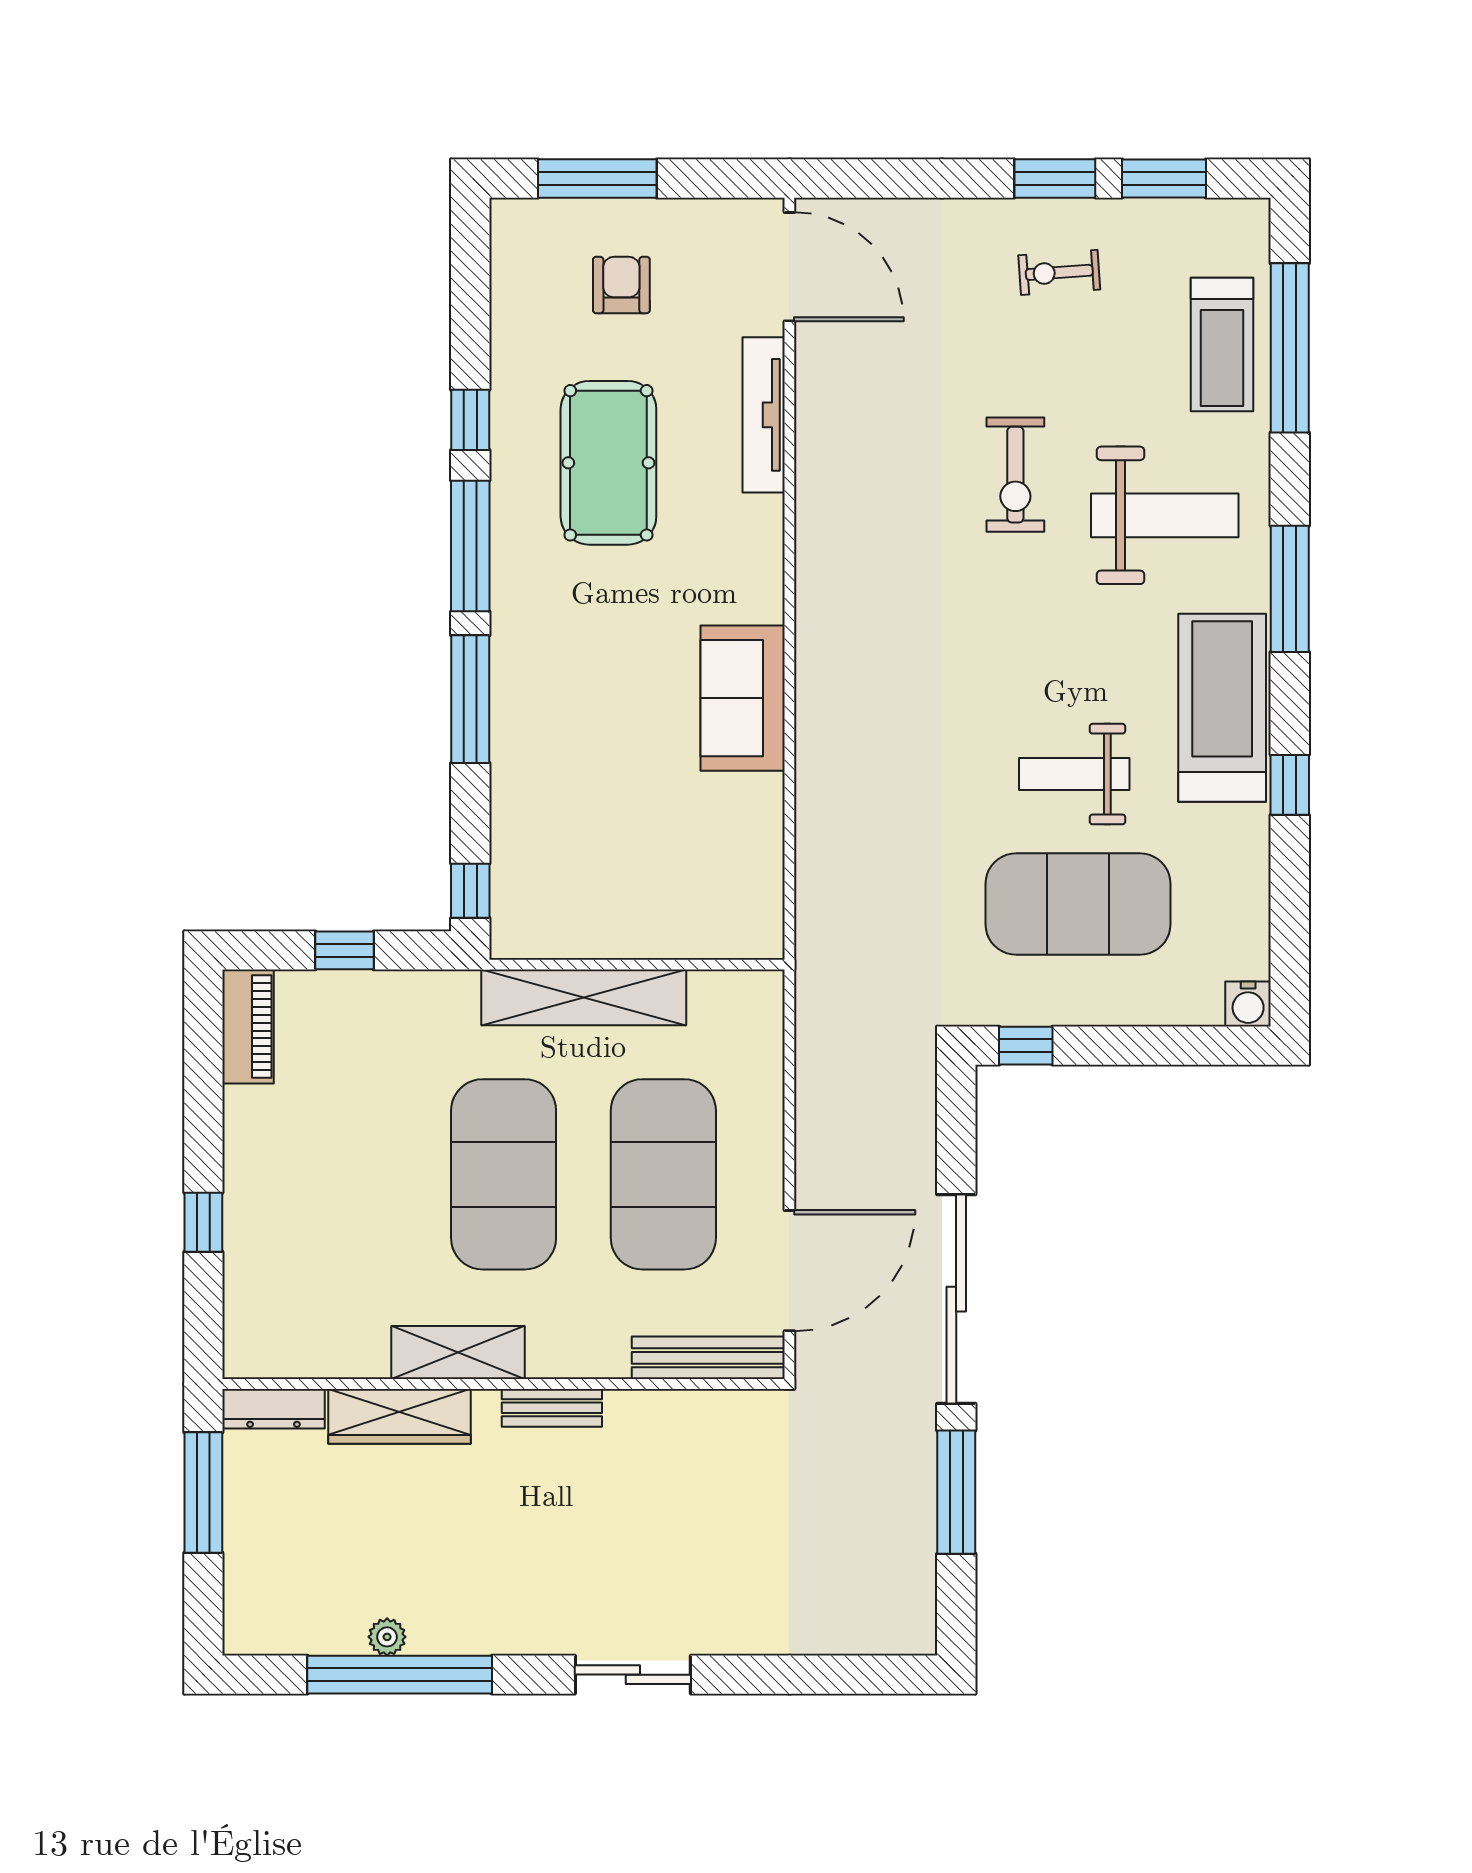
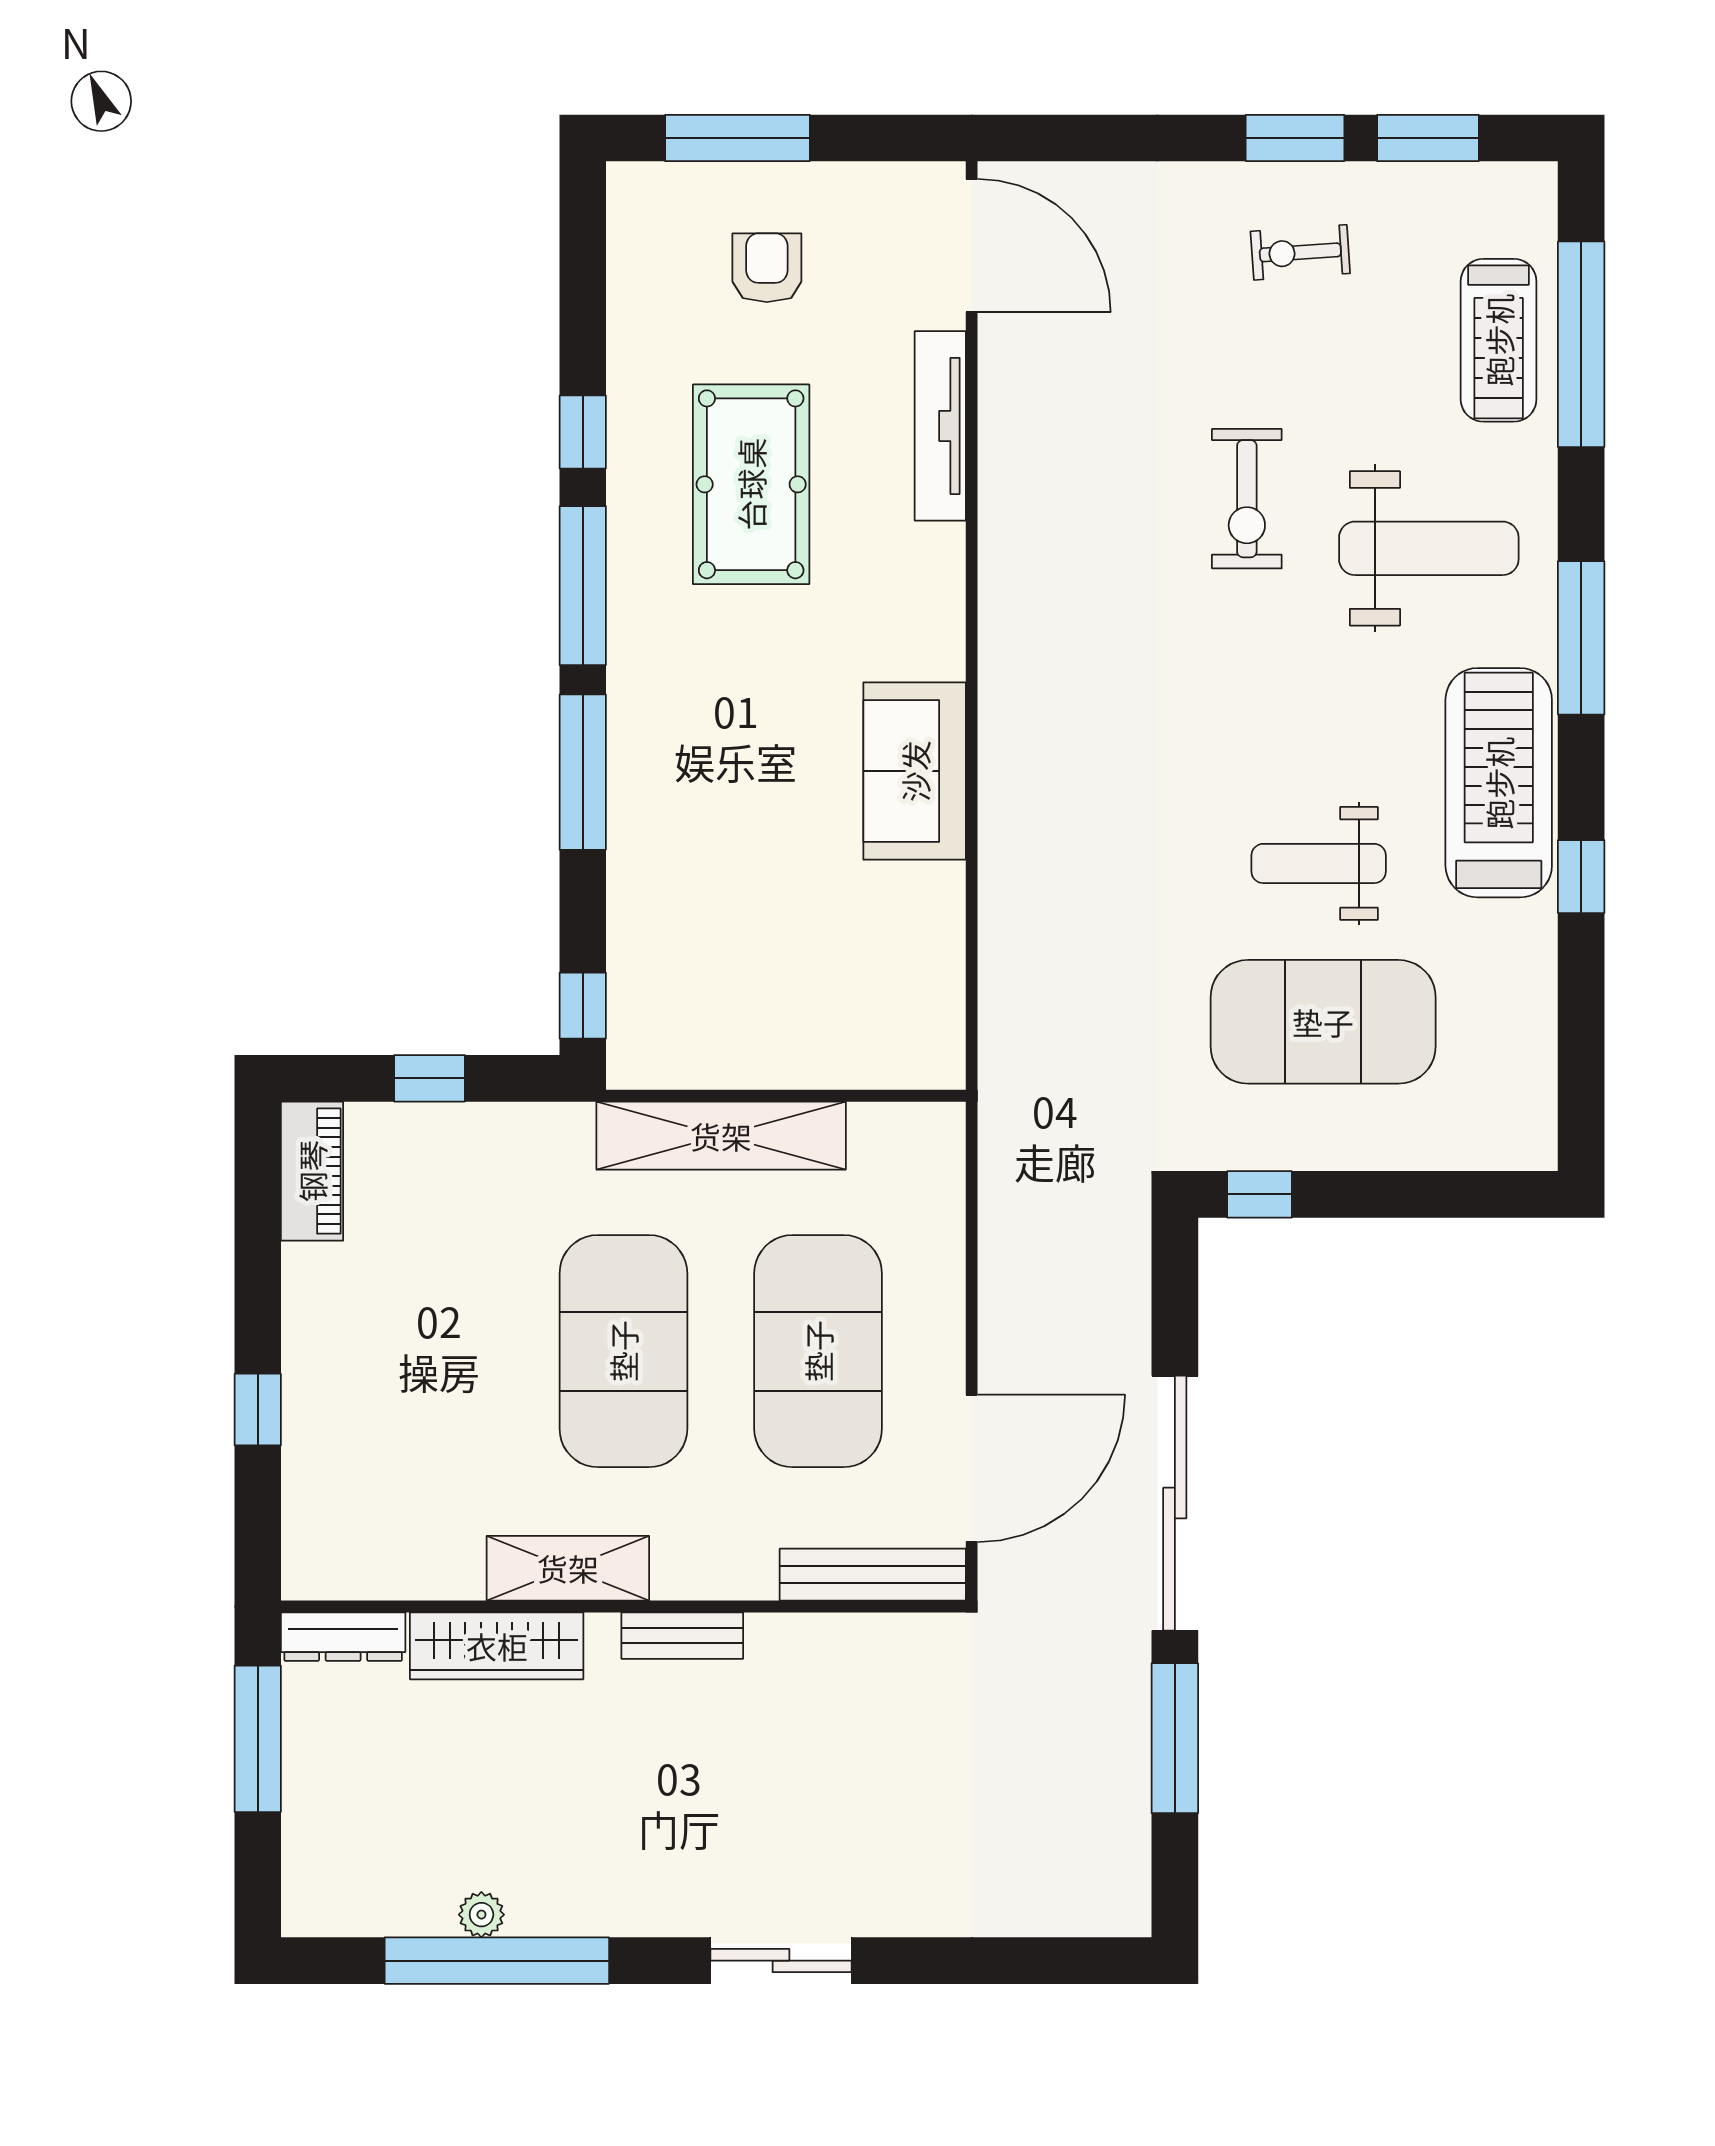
water cooler: (1248, 1004) -> (1530, 1144), removed

